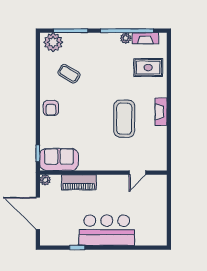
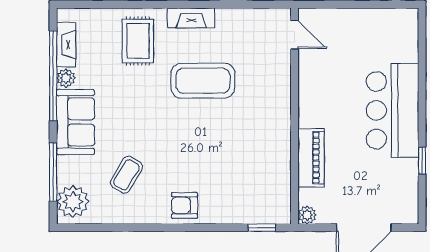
rug: (148, 68) -> (138, 41), moved
armchair: (51, 108) -> (185, 205), turned 180
sofa: (59, 159) -> (75, 122), moved, turned 180
door: (137, 173) -> (295, 35), moved

